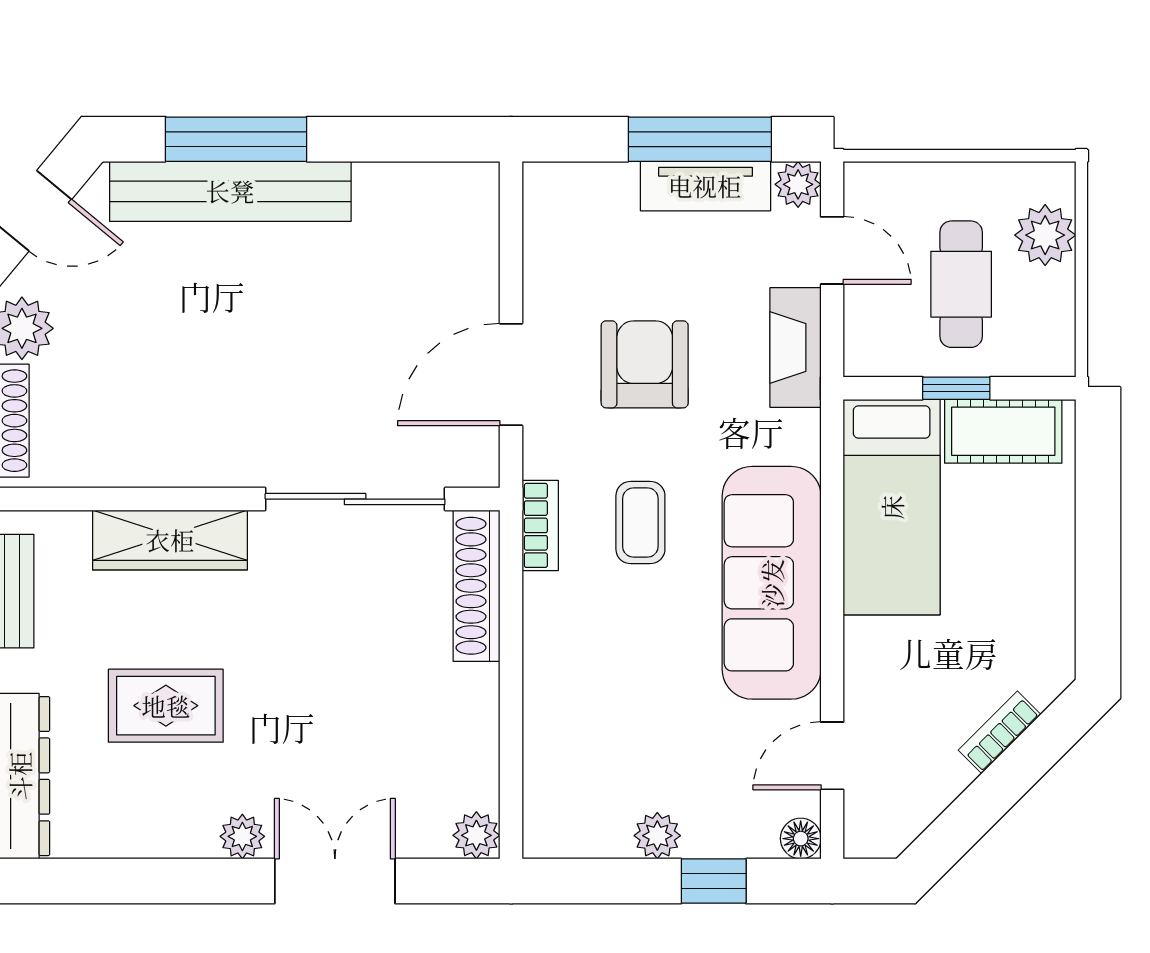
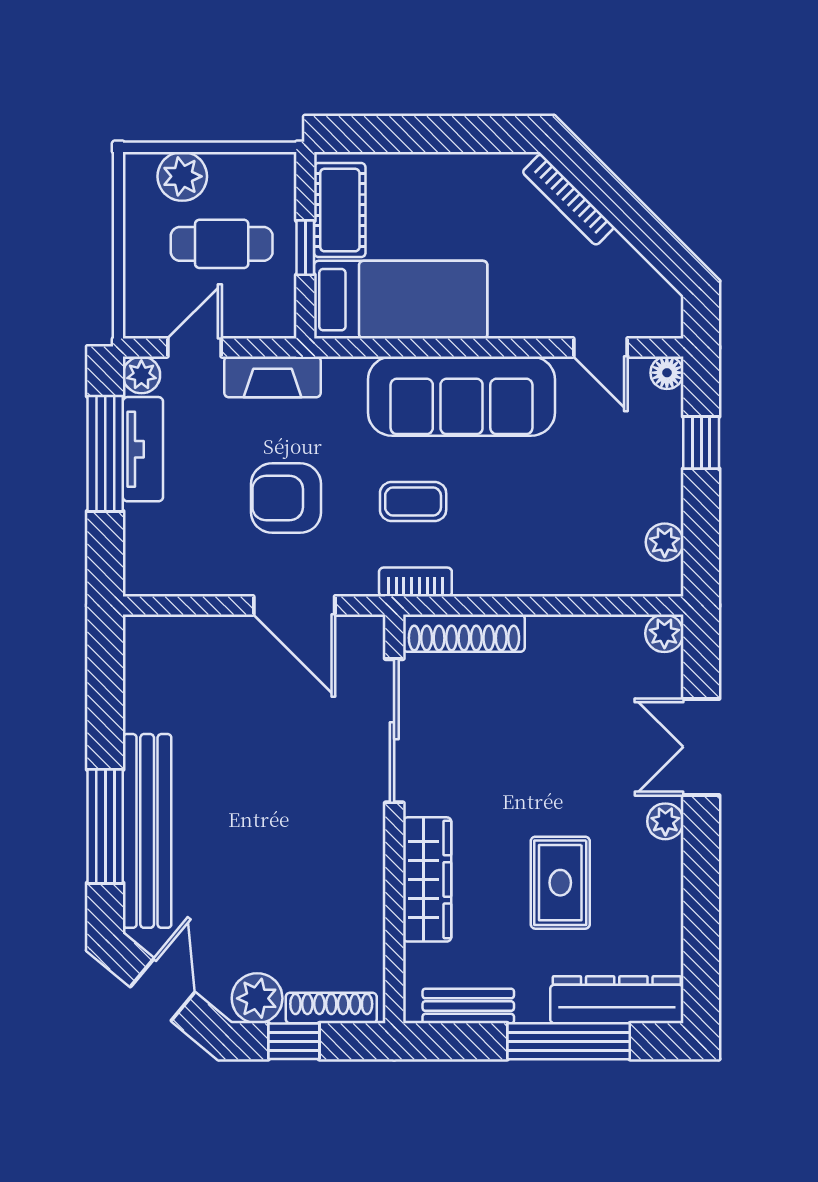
bookcase: (1000, 732) -> (568, 200), width x1.56
plant: (657, 836) -> (665, 542), moved

